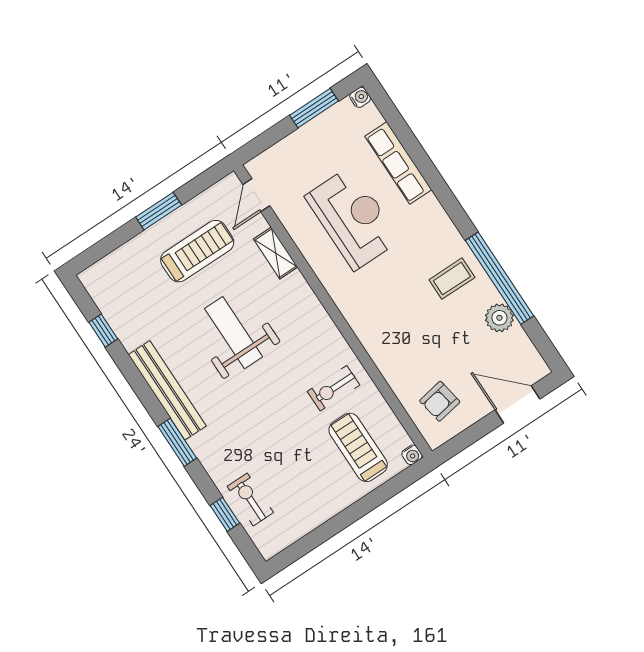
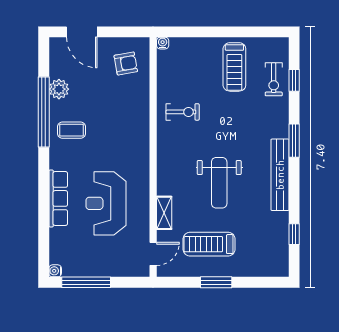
window: (314, 108) -> (86, 282), width x1.44
row of seats: (398, 163) -> (58, 198), moved
treadmill: (358, 447) -> (234, 67), moved

